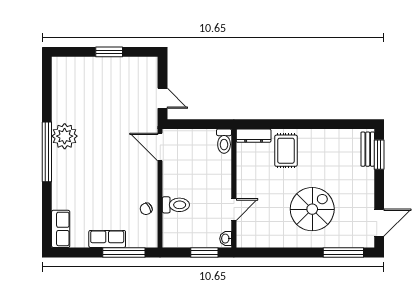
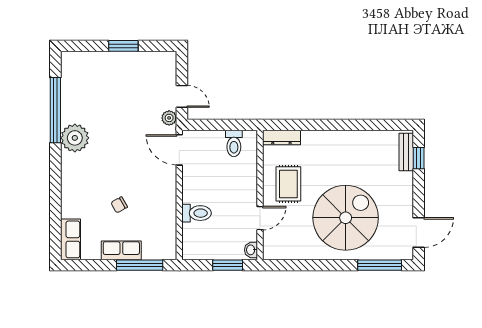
plant: (151, 118) -> (169, 118), added
toilet: (224, 141) -> (234, 143), moved
rug: (286, 151) -> (288, 184), moved
window: (47, 152) -> (55, 110), moved
window: (379, 155) -> (419, 158), width x0.67
chair: (146, 209) -> (119, 205), moved
spiral stairs: (312, 209) -> (346, 218), width x1.37, depth x1.37

